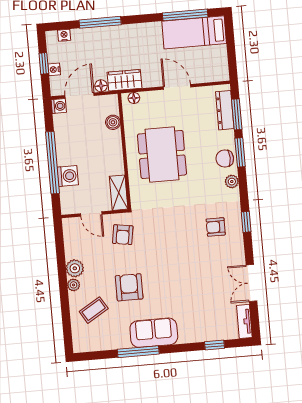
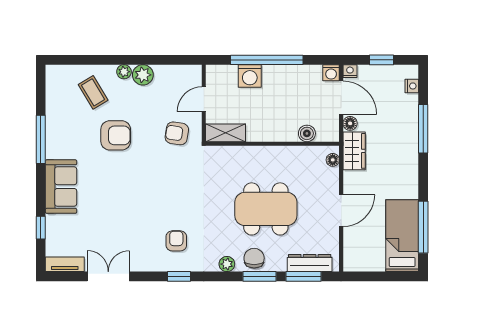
nightstand: (54, 69) -> (350, 71), moved
dining table: (162, 154) -> (266, 209), moved
sofa: (154, 333) -> (61, 187), moved

